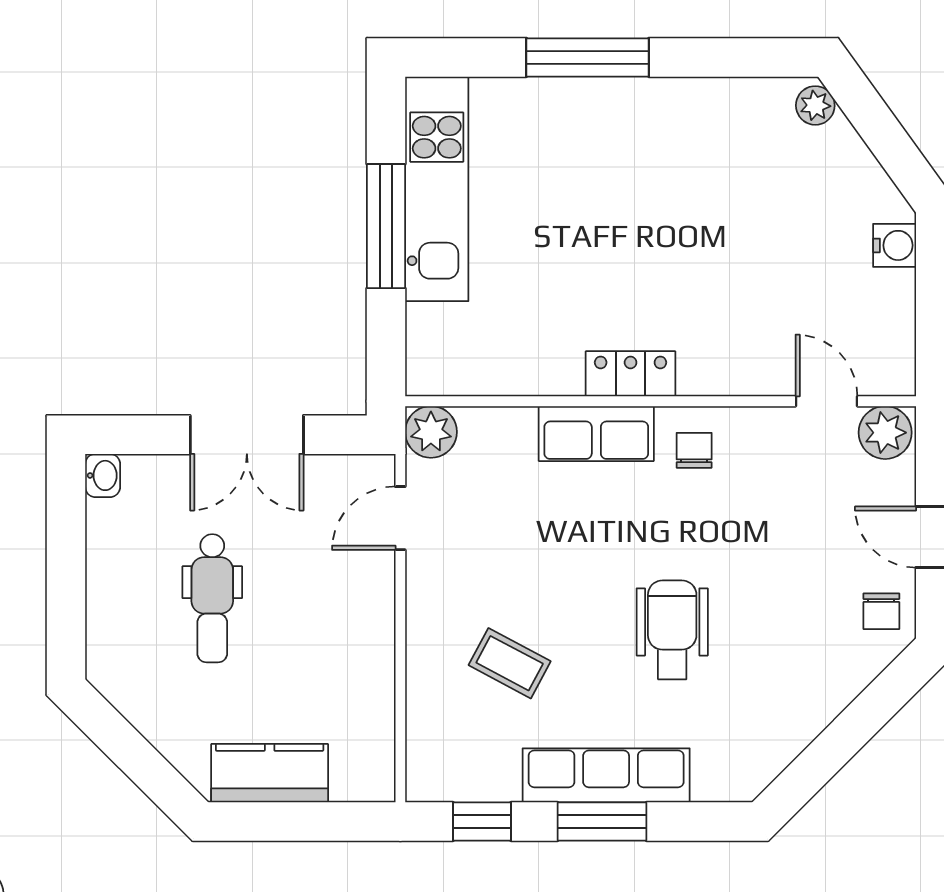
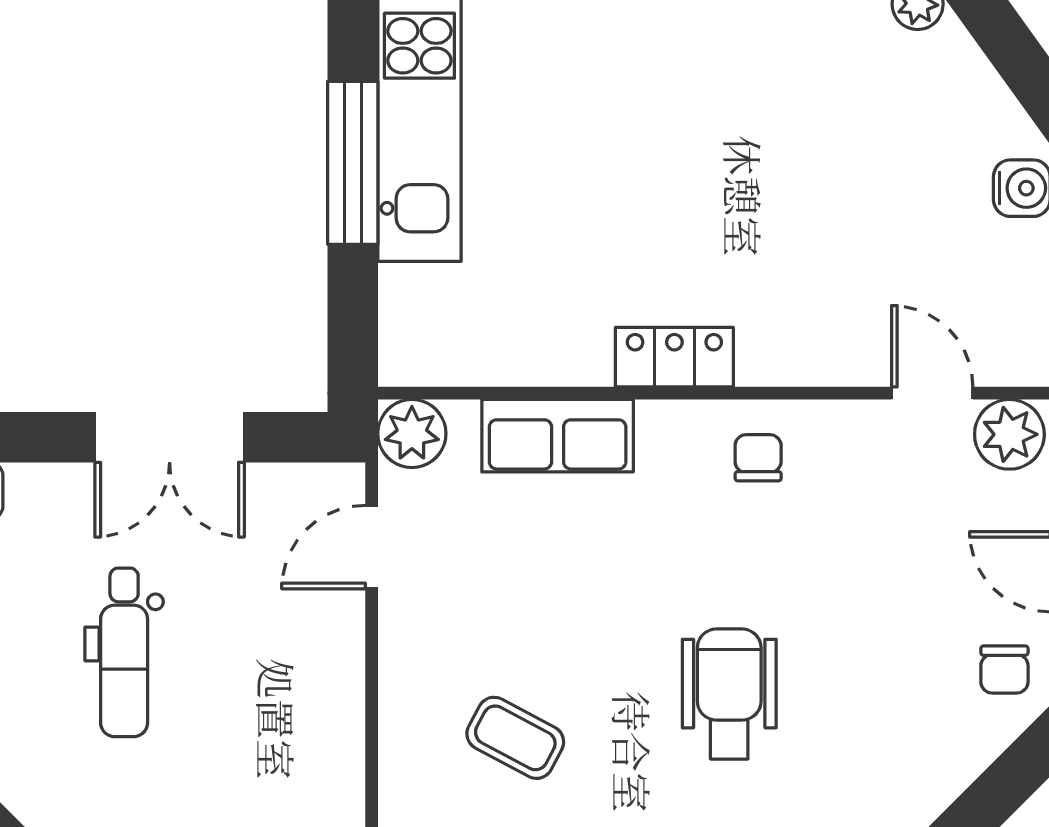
row of seats: (596, 434) -> (558, 436), moved

